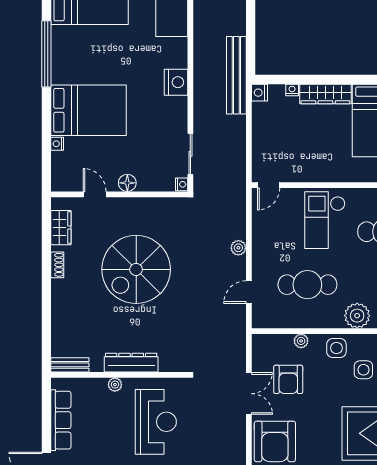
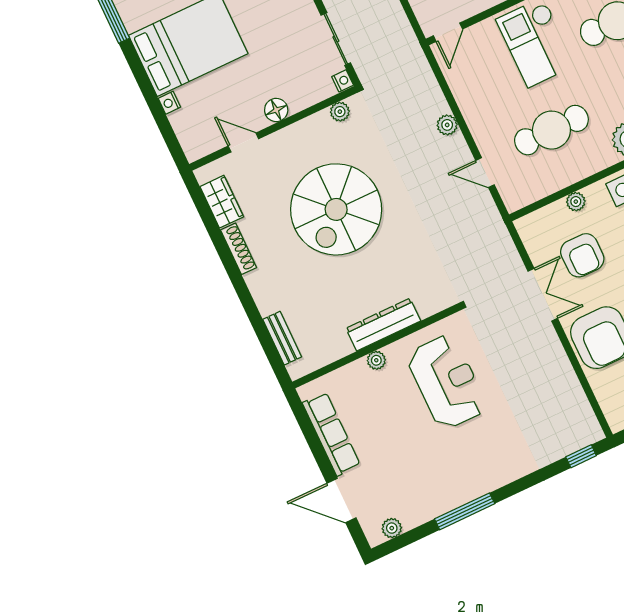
plant: (170, 204) -> (340, 112), added
shoe rack: (57, 265) -> (238, 249), width x1.43
door: (249, 292) -> (485, 173), hinge flipped
bench: (70, 365) -> (282, 338), moved, turned 90

